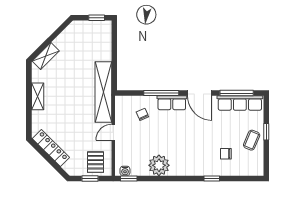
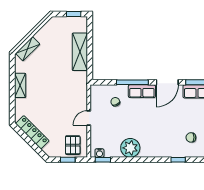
shelving: (103, 92) -> (80, 52), moved, width x0.68
door: (200, 93) -> (167, 82), hinge flipped

